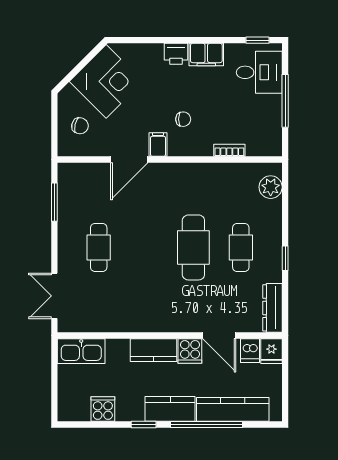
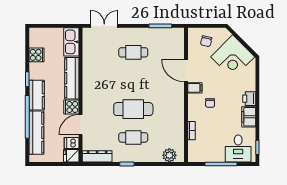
kitchen counter: (153, 350) -> (72, 78), width x1.50

